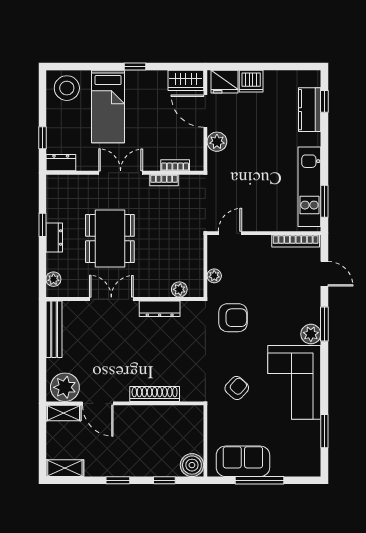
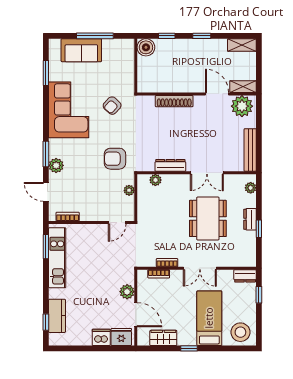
wardrobe: (186, 80) -> (163, 338), moved
bookcase: (296, 241) -> (68, 217), width x0.64
plant: (311, 334) -> (56, 165), moved
sofa: (243, 461) -> (81, 50), moved

